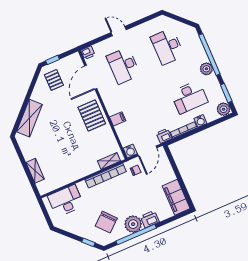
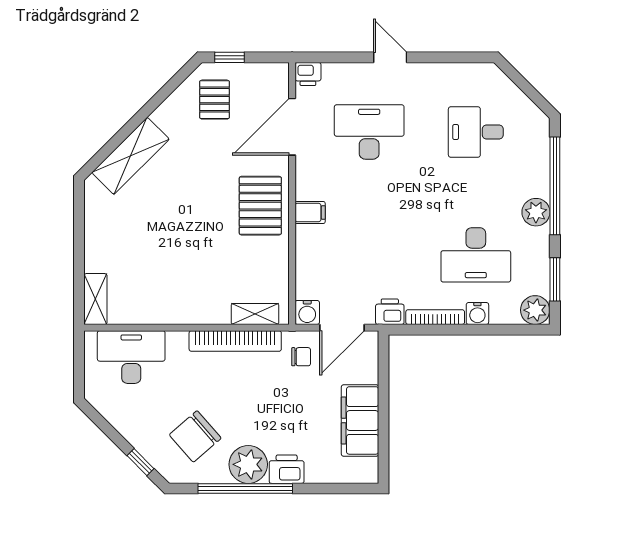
desk: (167, 47) -> (476, 132), width x0.73
desk: (123, 66) -> (369, 132), turned 90
filing cabinet: (118, 119) -> (310, 213), moved
shelving: (35, 171) -> (95, 299), moved
filing cabinet: (176, 197) -> (360, 420), moved

